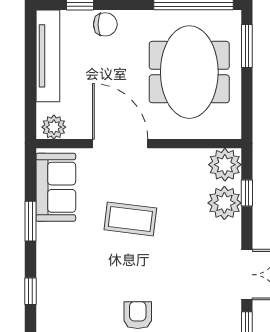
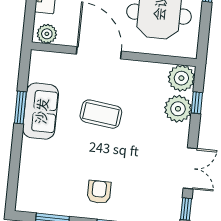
sofa: (56, 187) -> (41, 111), moved
window: (30, 291) -> (15, 164), removed

